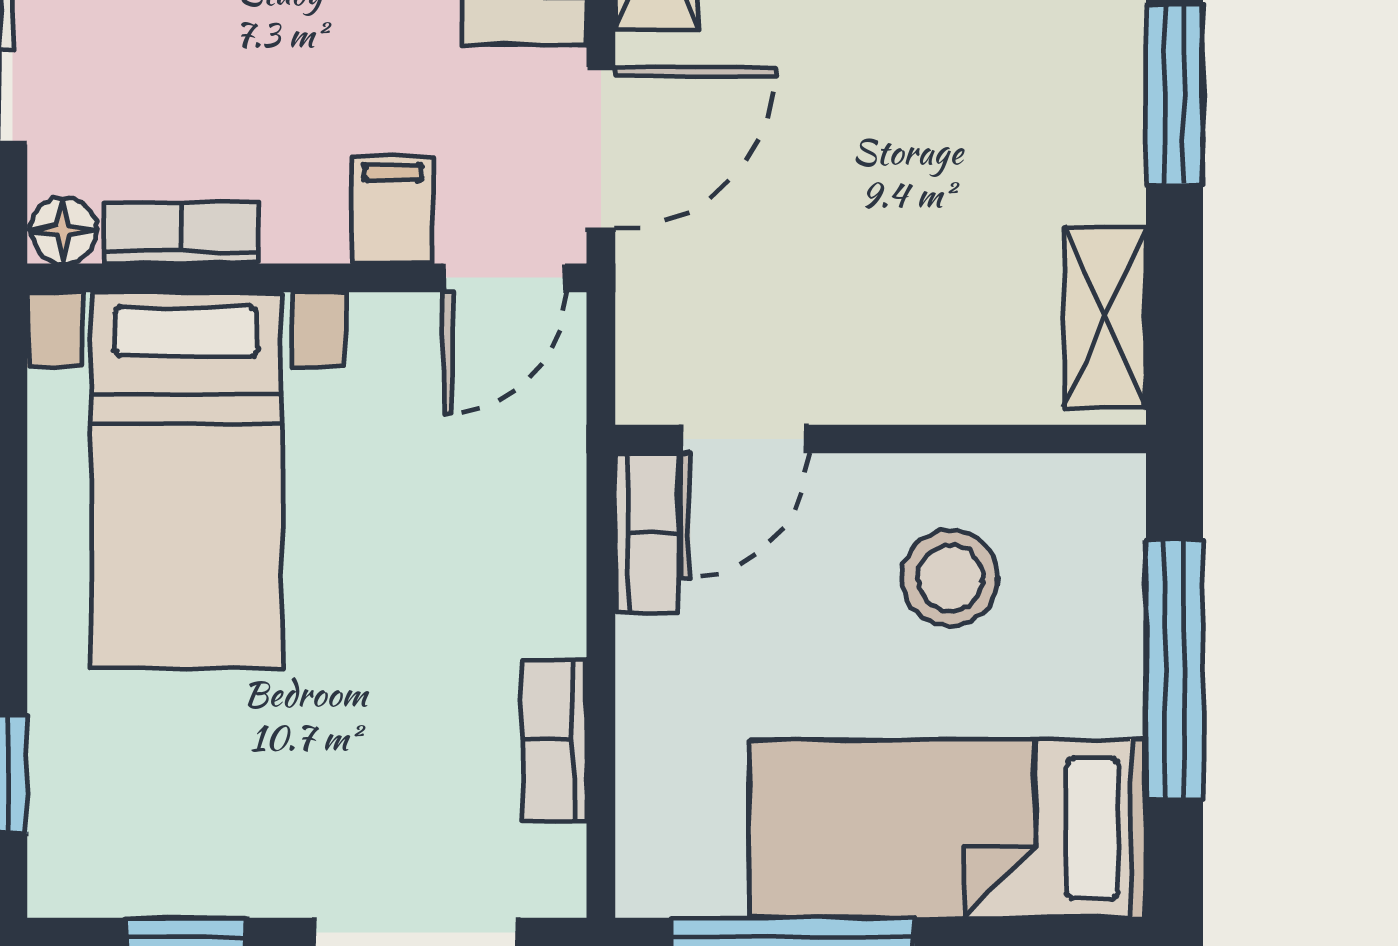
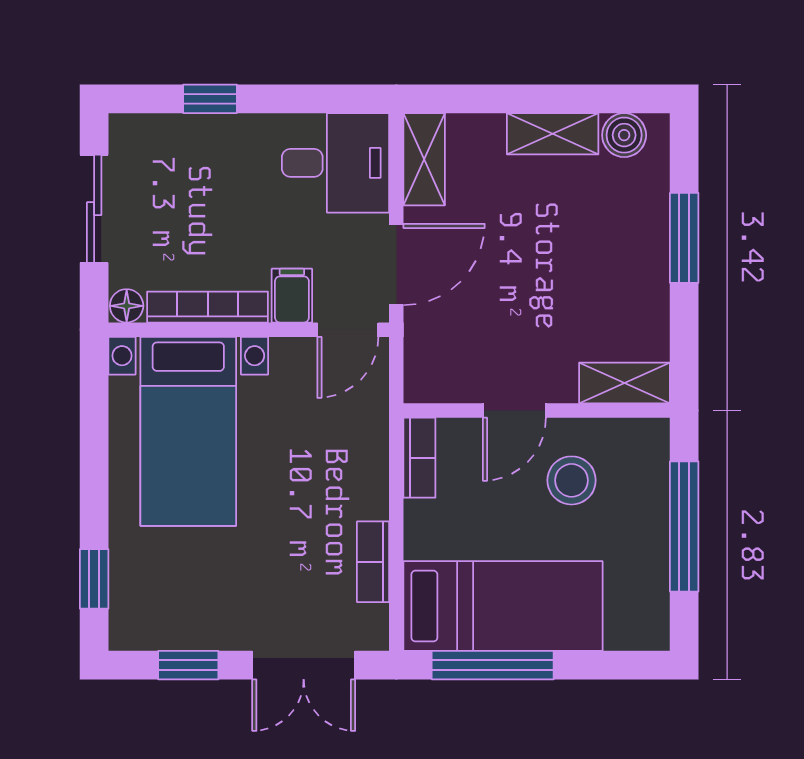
bookcase: (181, 233) -> (208, 307), width x1.56
shelving: (1105, 317) -> (625, 383), moved, turned 90
door: (744, 439) -> (514, 411), moved
bed: (948, 829) -> (503, 606), moved, turned 180

